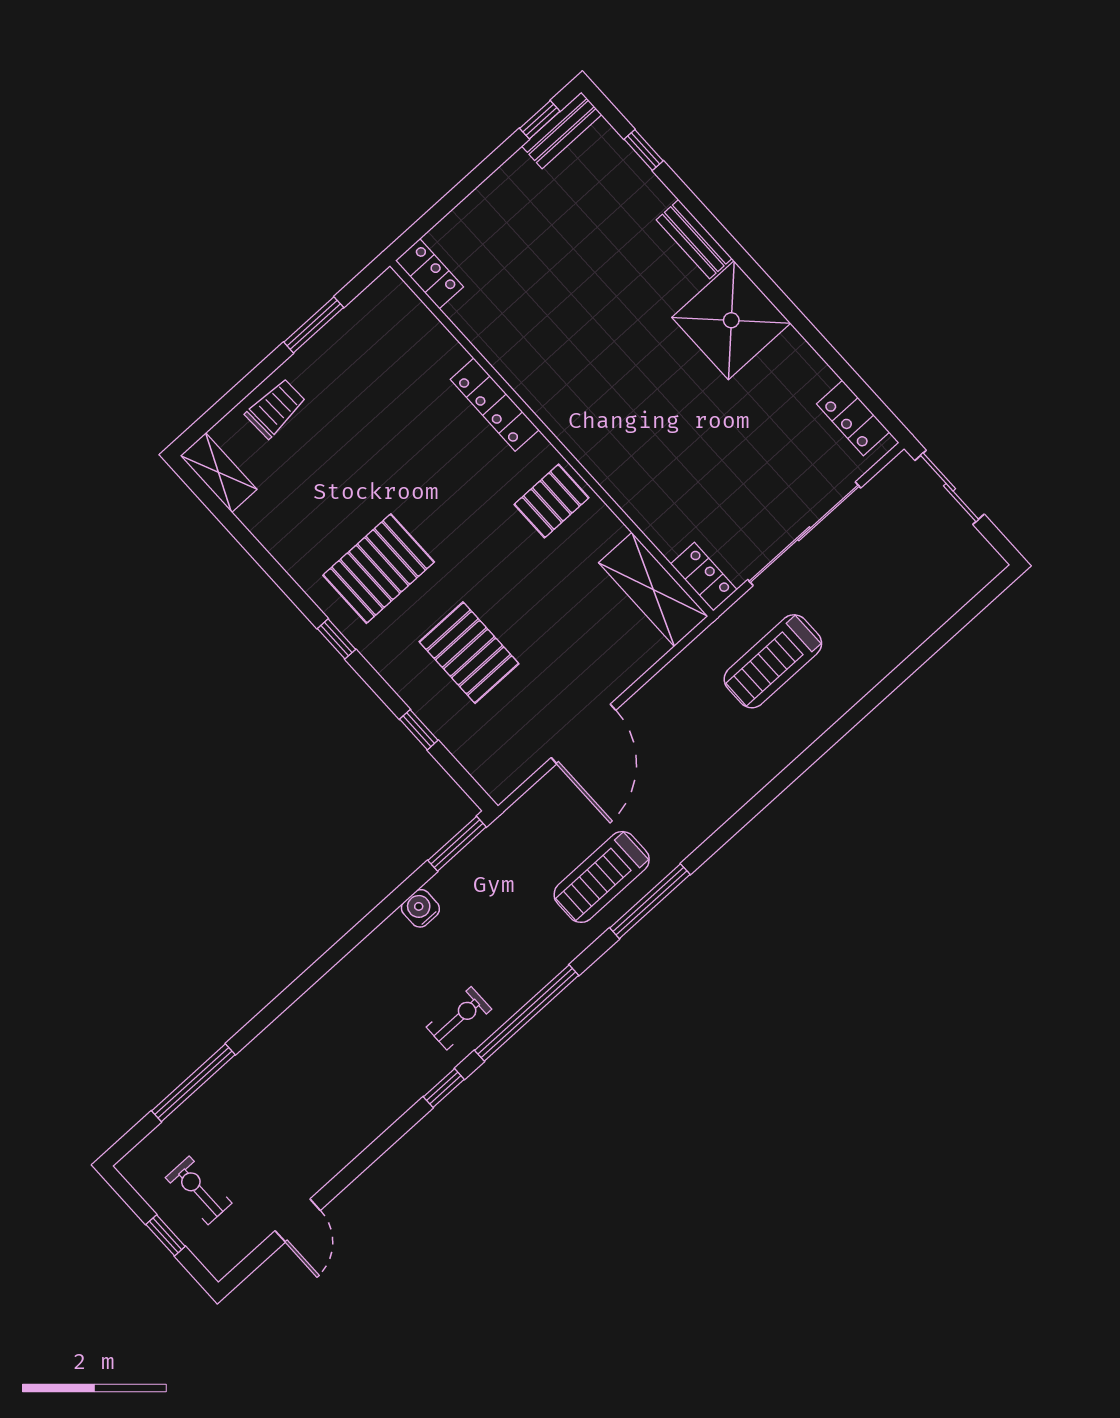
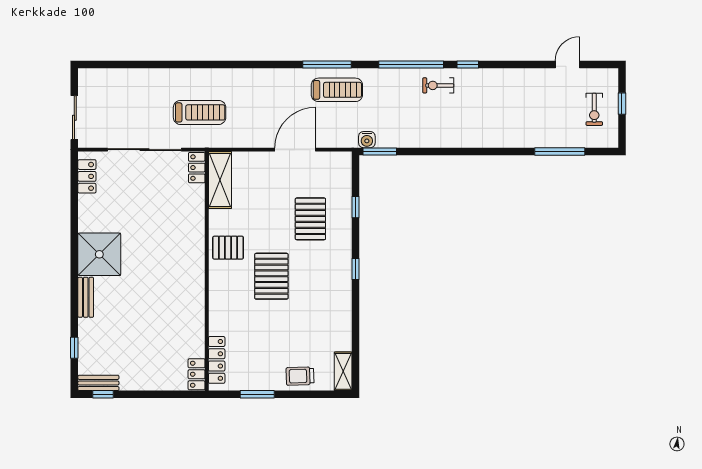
locker: (495, 405) -> (217, 360), moved
pallet: (379, 569) -> (271, 276), moved, turned 90
water cooler: (420, 908) -> (367, 140), moved

